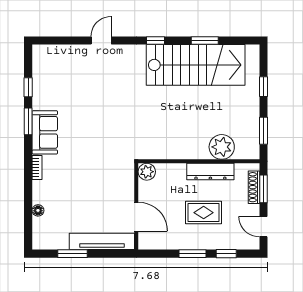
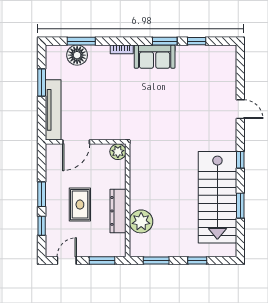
shoe rack: (254, 187) -> (104, 252), removed
floor lamp: (38, 210) -> (77, 55), width x1.89, depth x1.89
window: (28, 211) -> (81, 41), added

